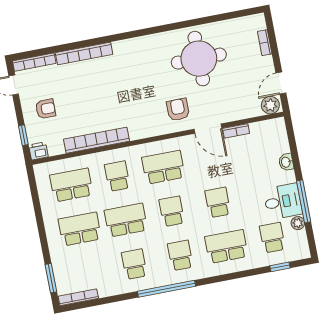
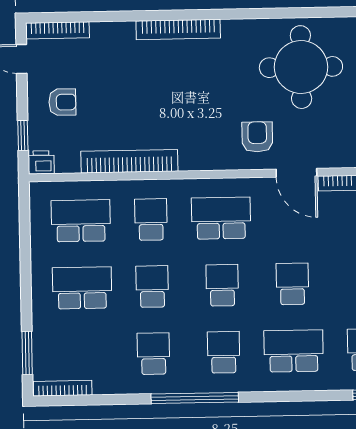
bookcase: (84, 53) -> (178, 29), moved
school desk: (126, 220) -> (152, 287), width x0.54

